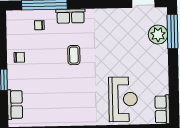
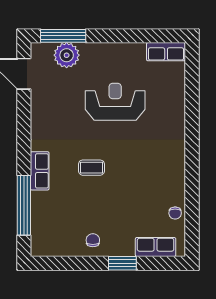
chair: (39, 25) -> (175, 213), moved
reception desk: (123, 99) -> (115, 102), moved

